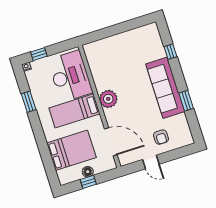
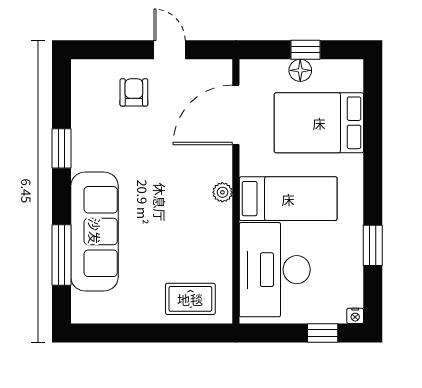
rug: (105, 50) -> (190, 299), added
window: (170, 52) -> (62, 255), width x2.17
sofa: (165, 88) -> (95, 231), moved
plant: (108, 99) -> (222, 192), width x0.53, depth x0.53
door: (111, 142) -> (236, 115), hinge flipped

